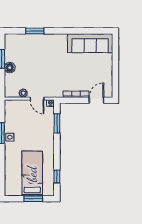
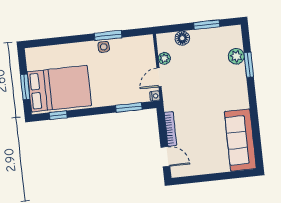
plant: (28, 40) -> (236, 56), added
floor lamp: (10, 68) -> (182, 38), moved
bed: (32, 174) -> (59, 89), width x1.50

